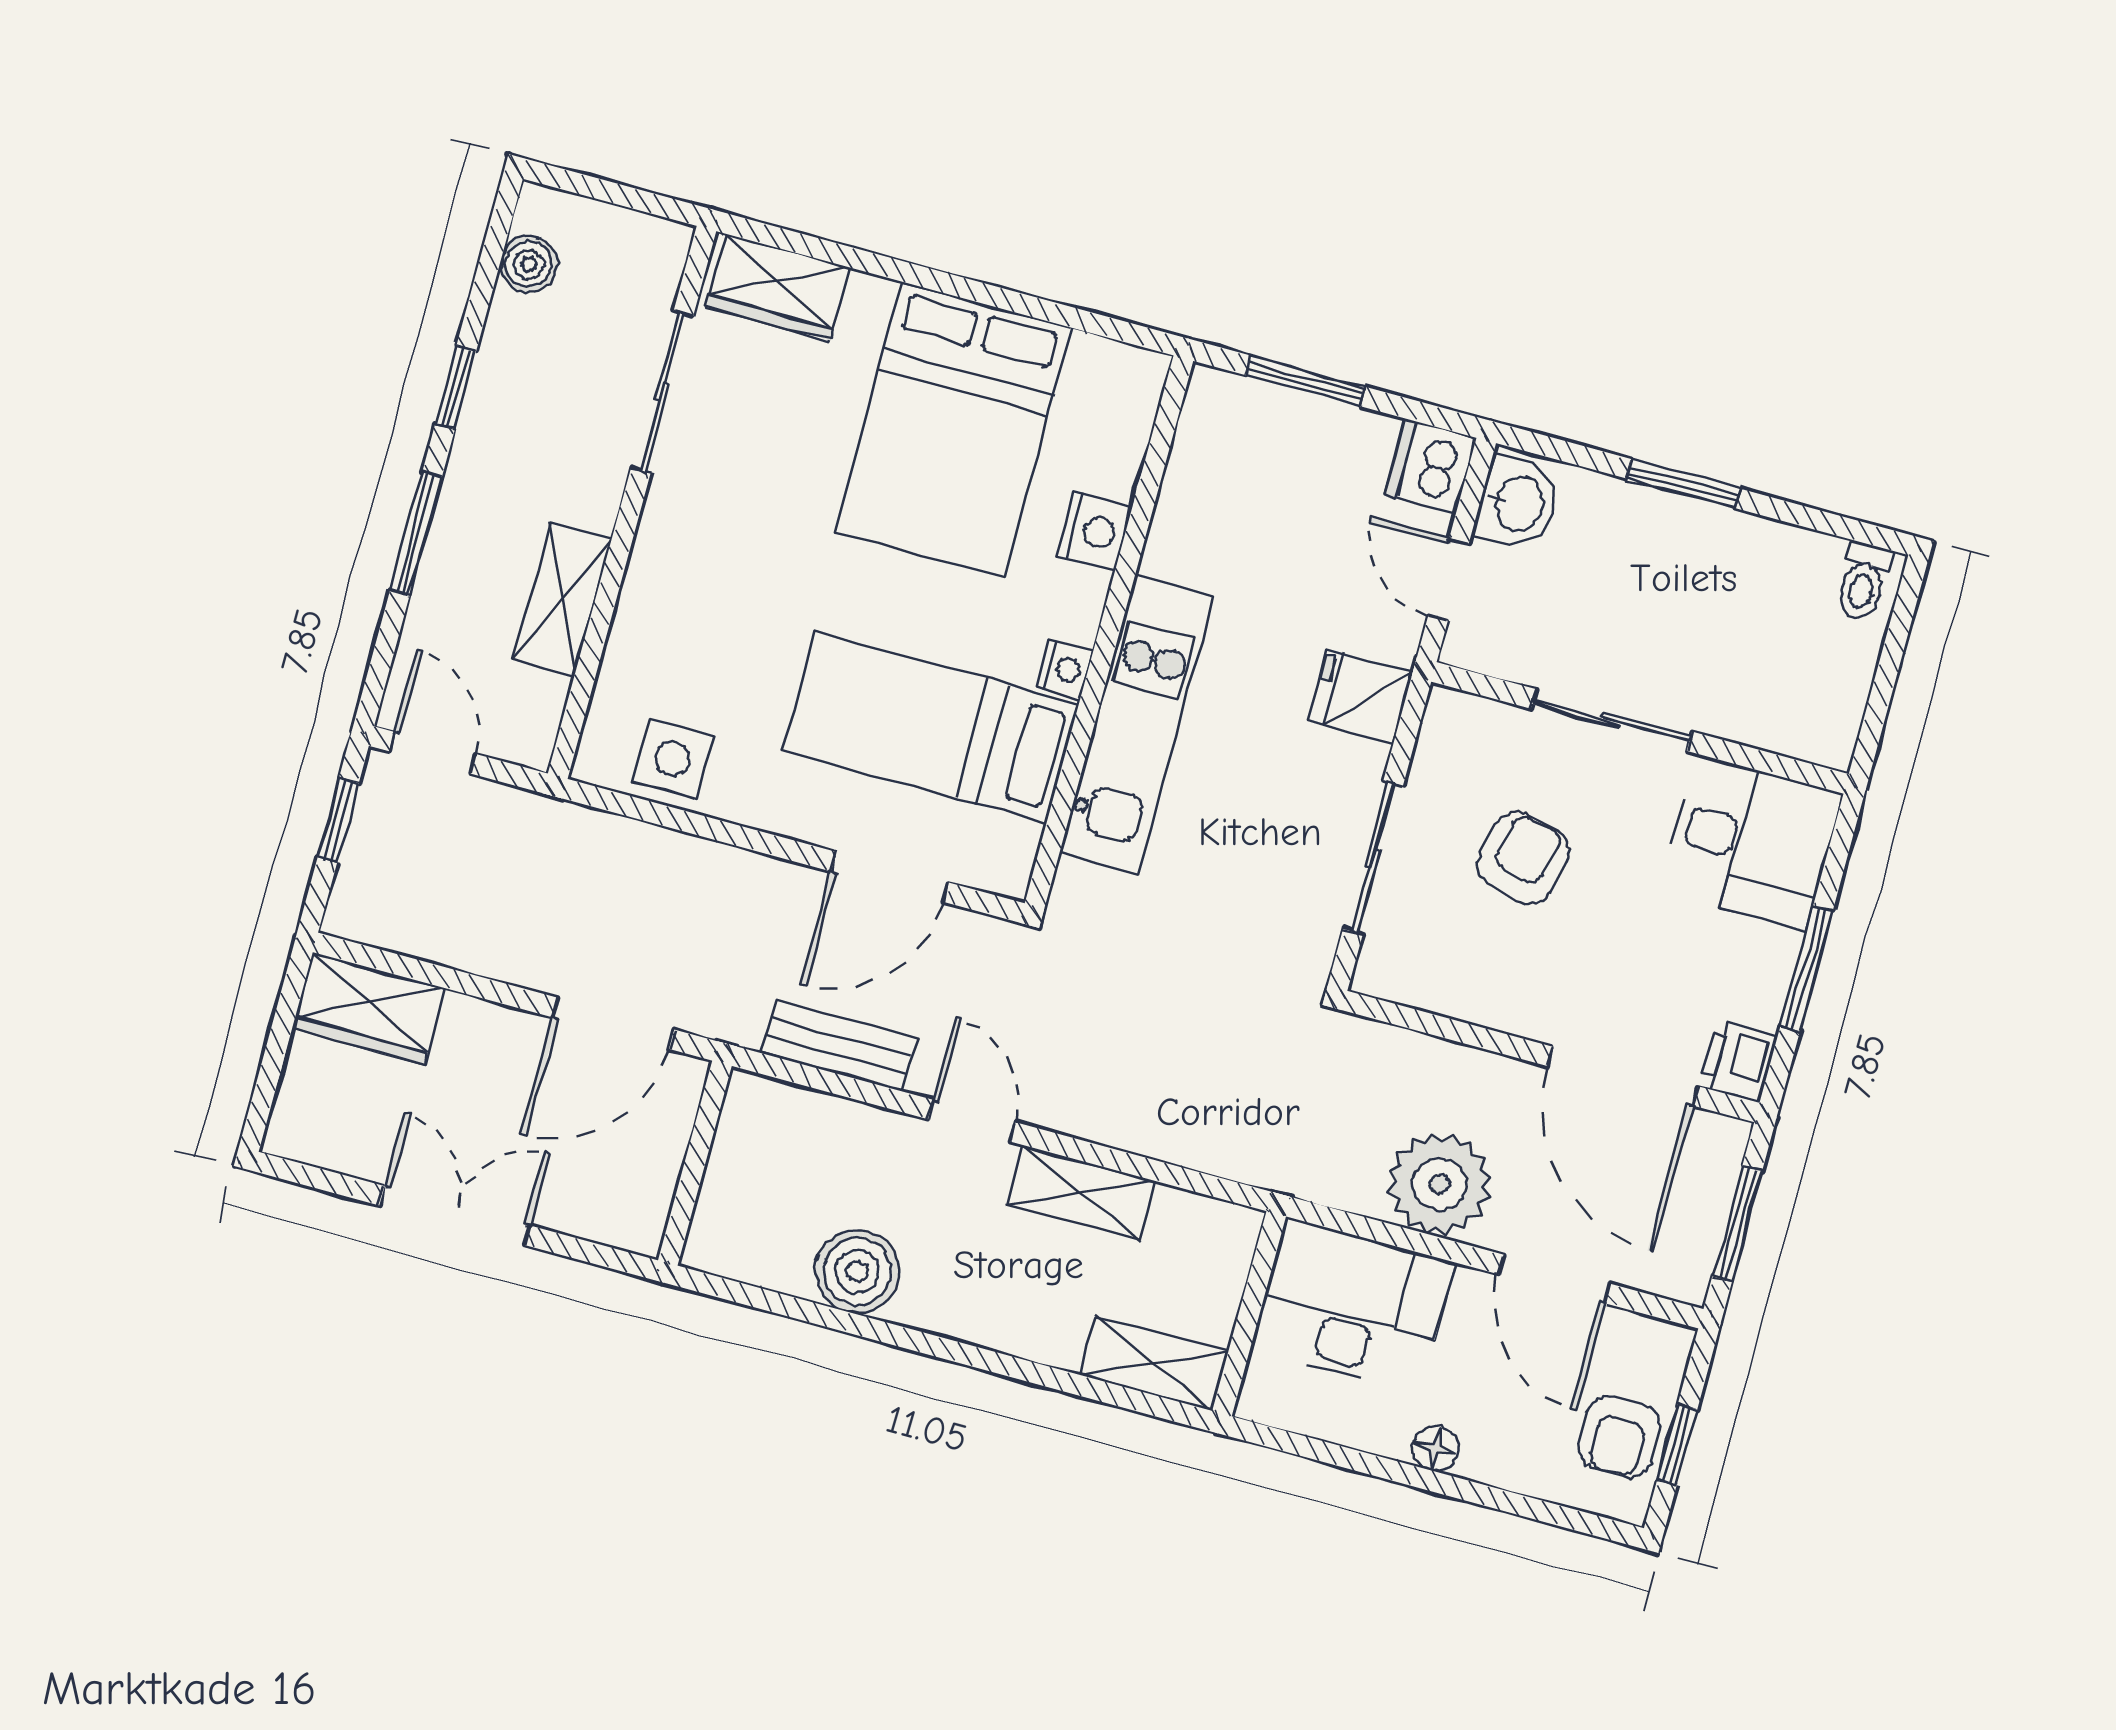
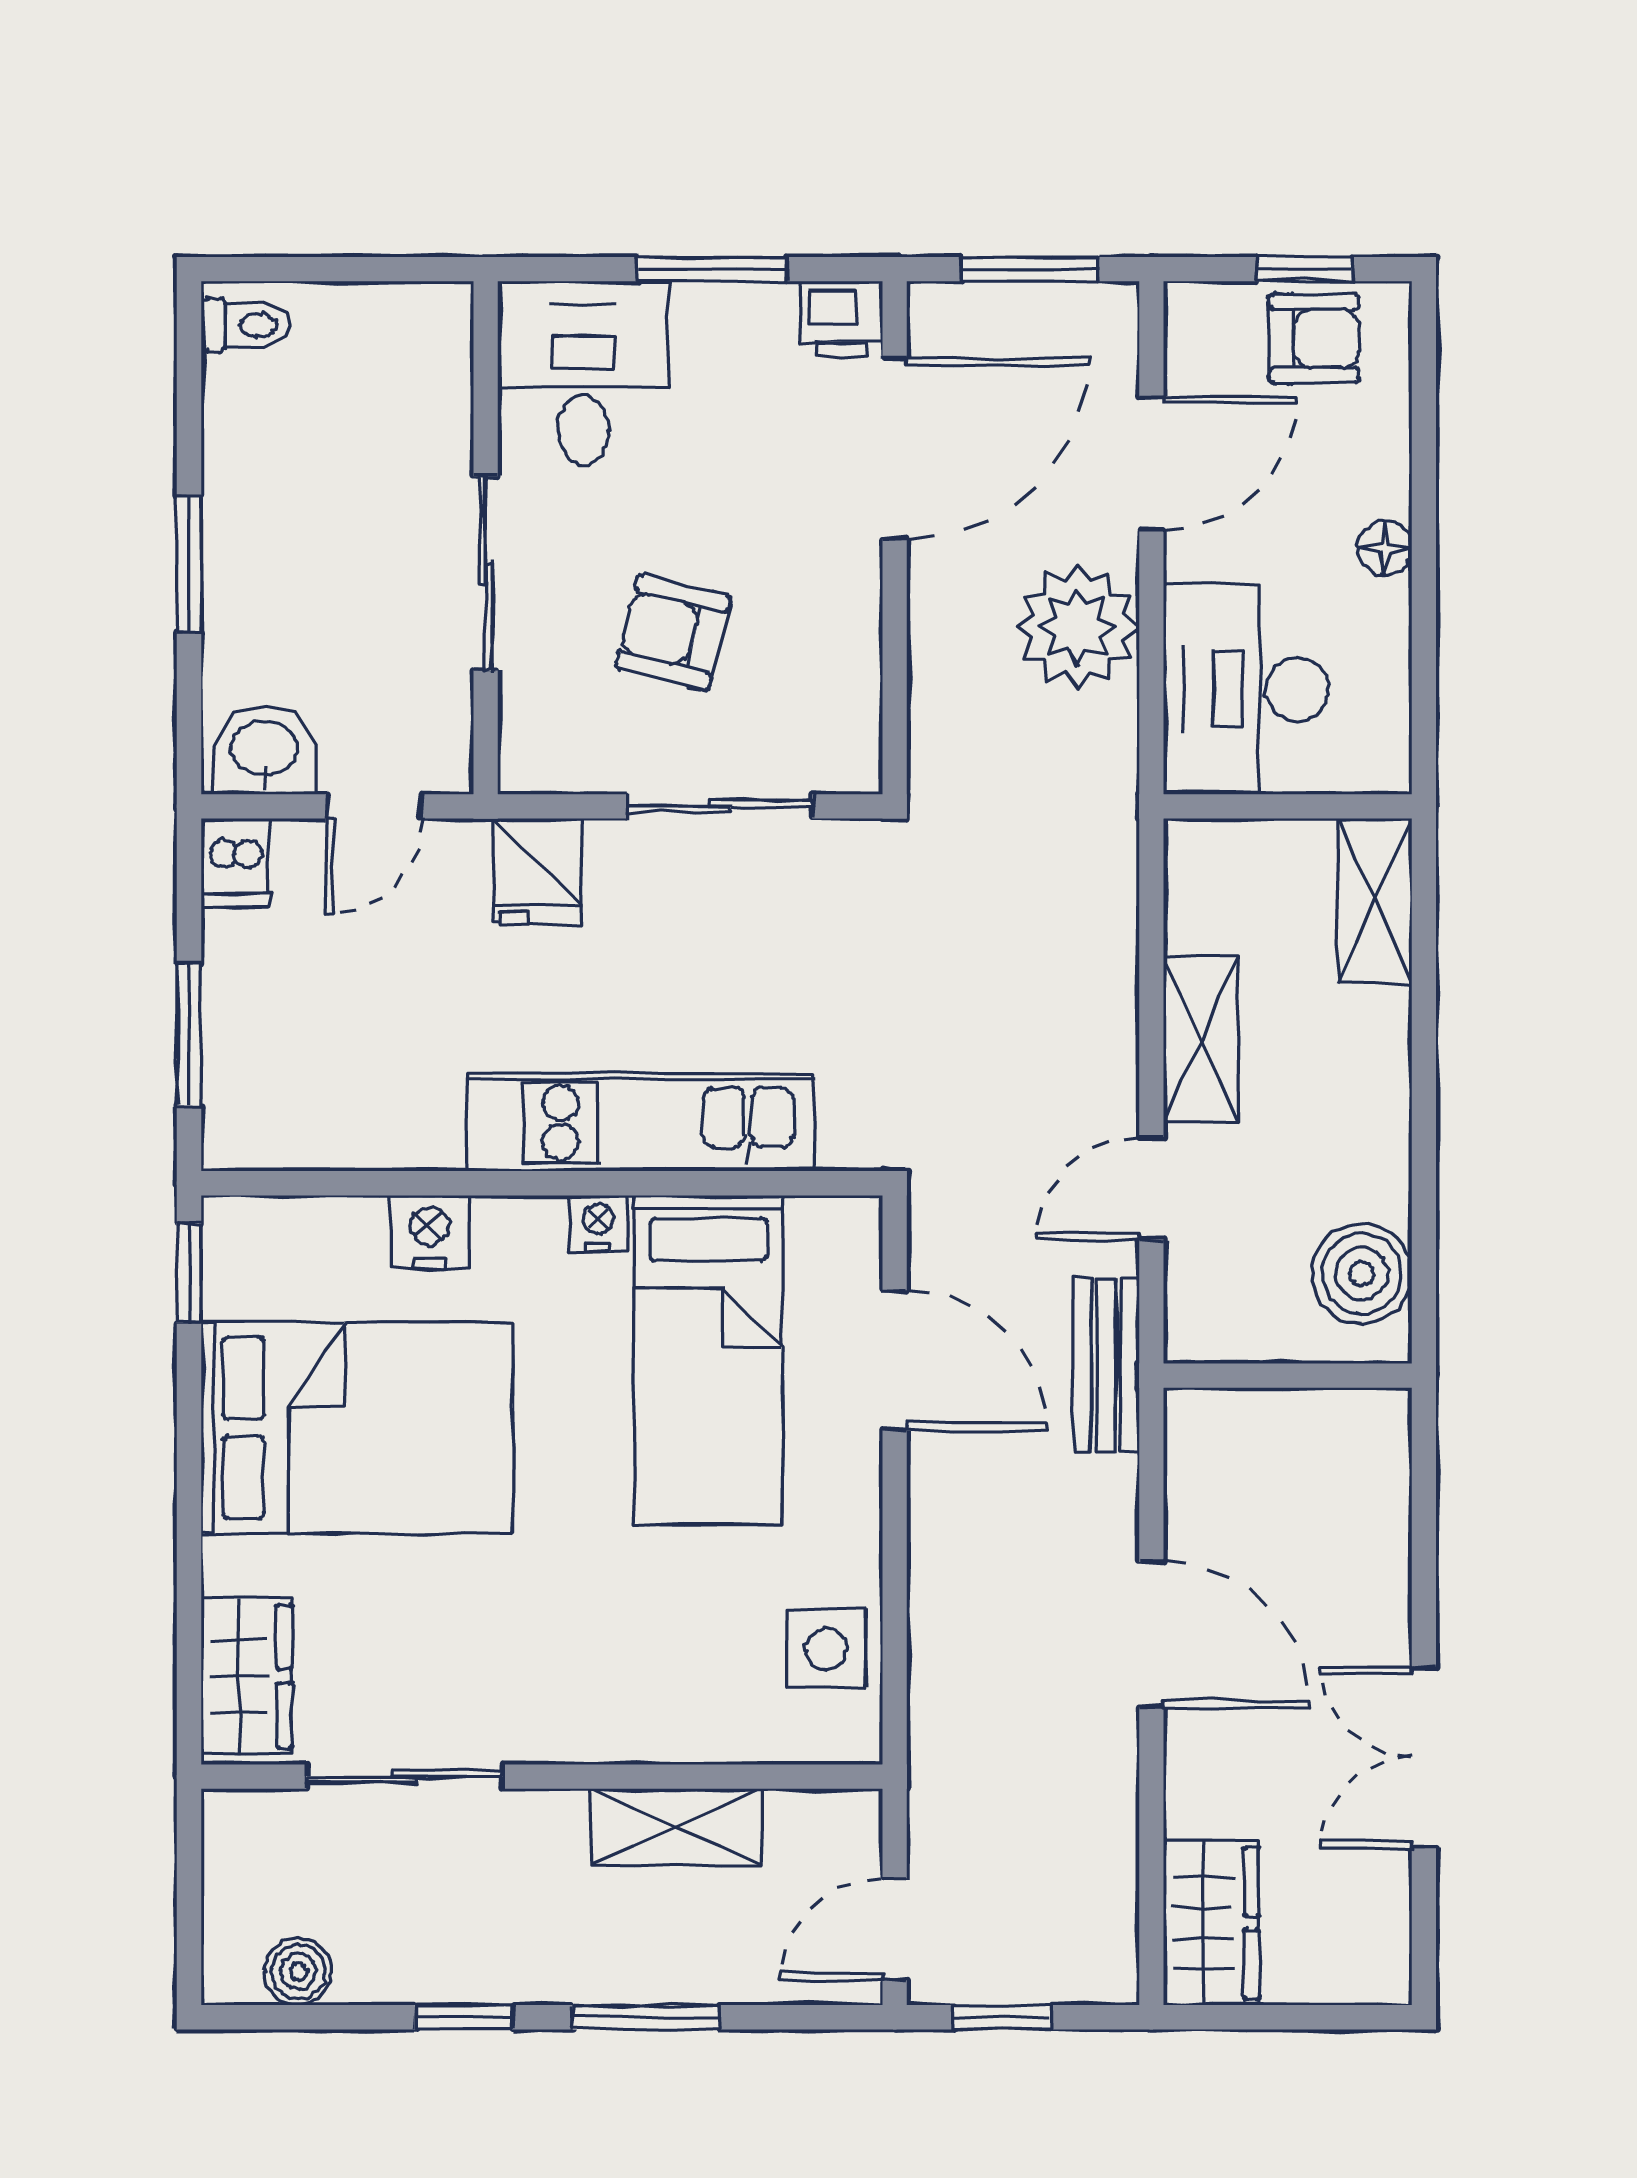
window: (1114, 329) -> (189, 1273), added
dishwasher: (1431, 466) -> (235, 863), width x0.73
wall: (695, 1163) -> (1288, 1376), moved

